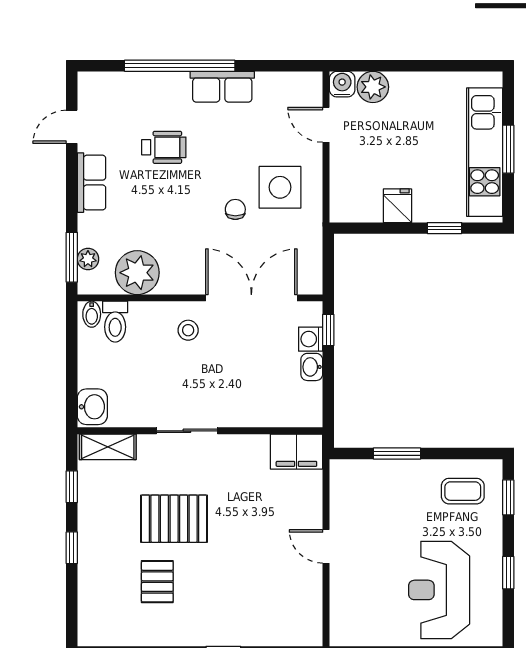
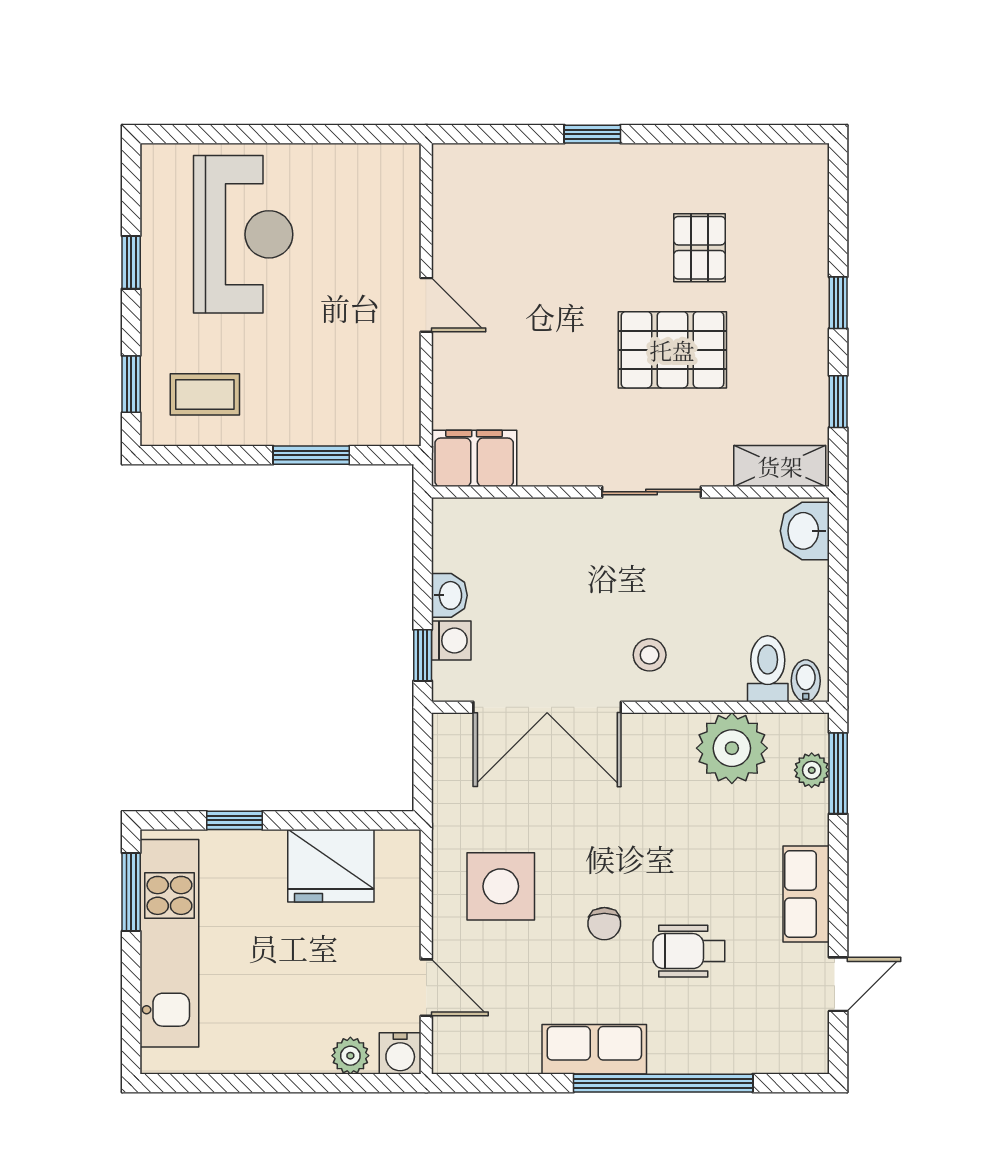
plant: (373, 87) -> (350, 1056), width x0.73, depth x0.73
window: (508, 149) -> (131, 892), moved
fridge: (397, 206) -> (331, 866), width x1.88, depth x1.34
chair: (235, 209) -> (604, 924), moved

